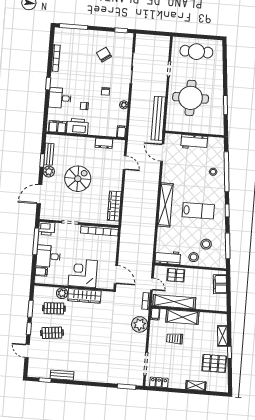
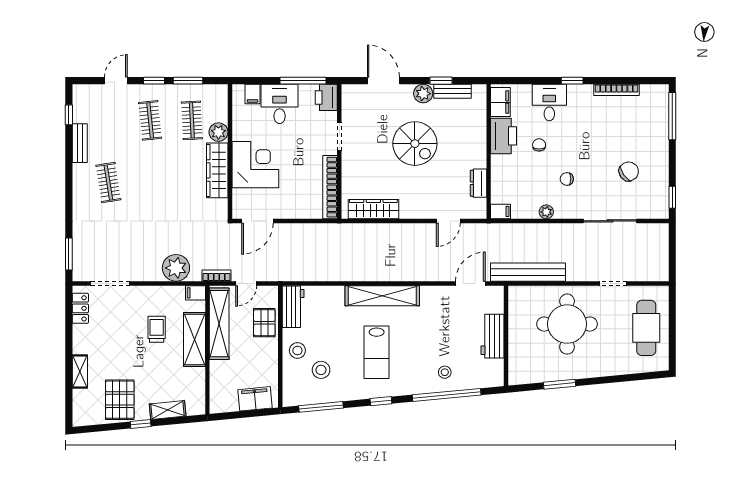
clothes rail: (87, 360) -> (108, 183), added

